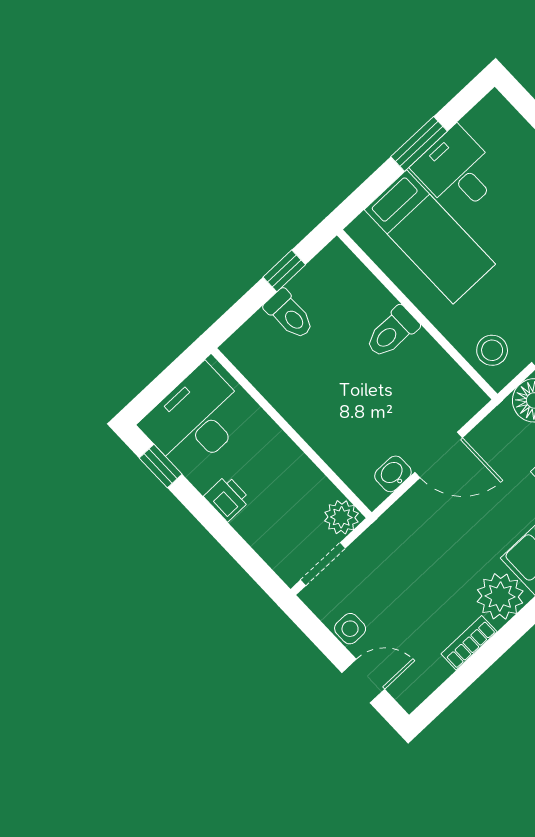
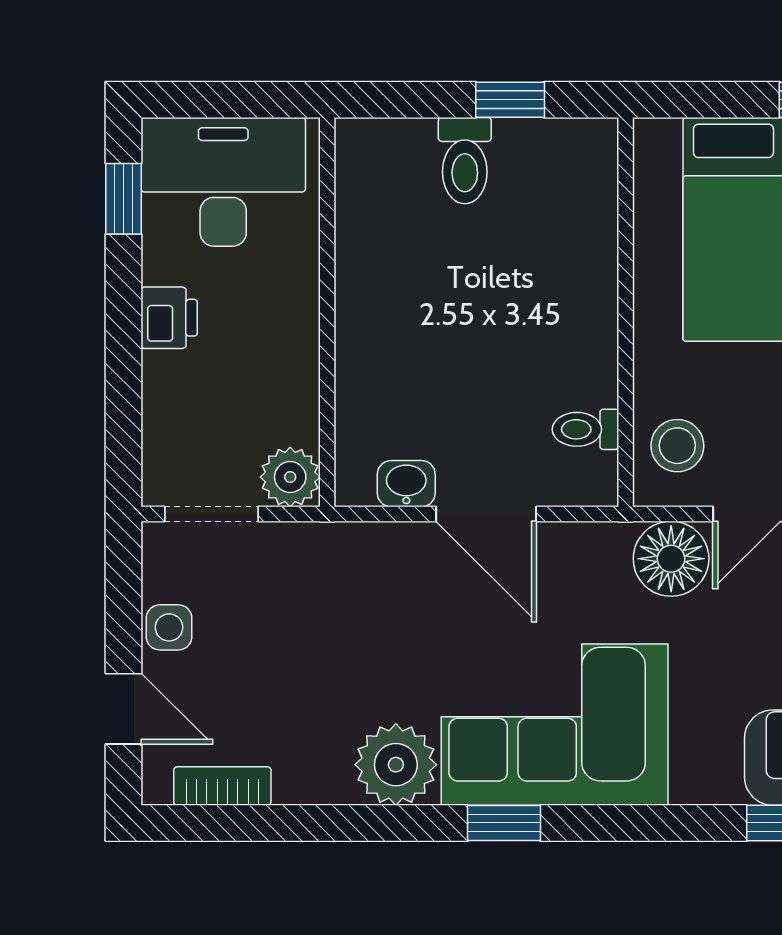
toilet: (392, 332) -> (585, 429), moved, width x0.73, depth x0.72
bookcase: (469, 643) -> (222, 786), moved

